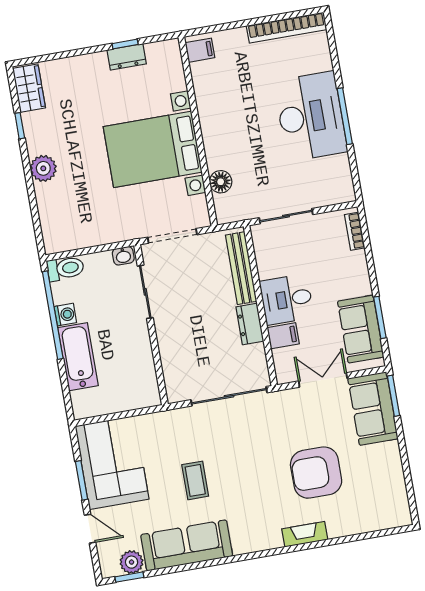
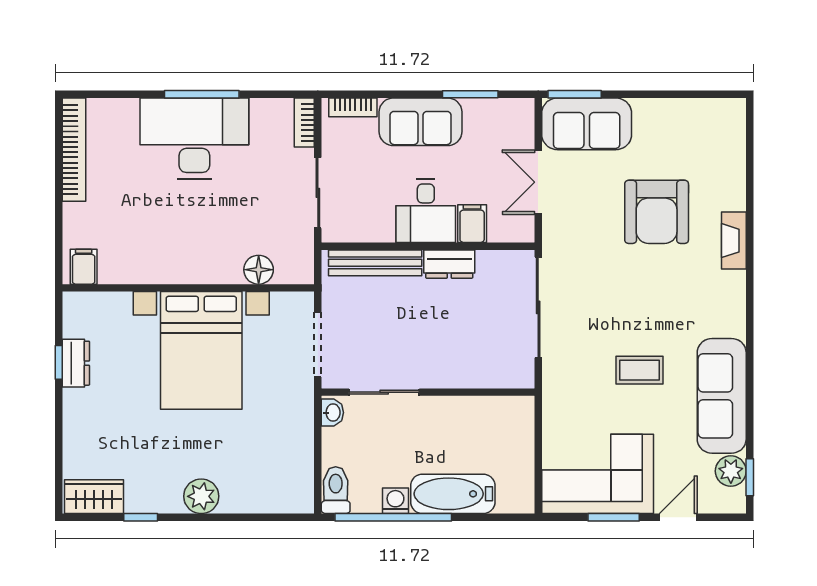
bookcase: (337, 197) -> (304, 123), added
sofa: (361, 329) -> (421, 122), moved

